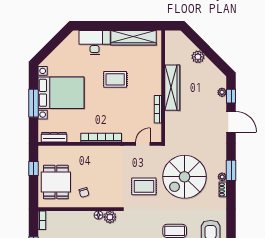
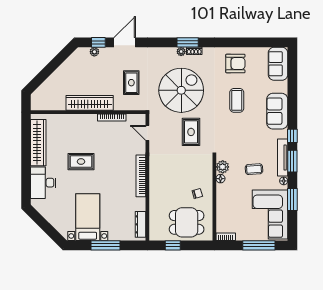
plant: (198, 57) -> (58, 76), removed
rug: (115, 79) -> (81, 162), turned 90
bed with nightstands: (61, 93) -> (88, 217), width x0.73
rug: (192, 128) -> (131, 83), added
window: (231, 170) -> (188, 42), moved
spiral stairs: (184, 177) -> (181, 90), turned -90

